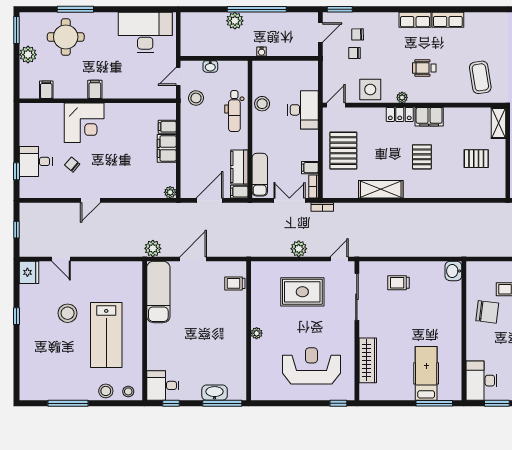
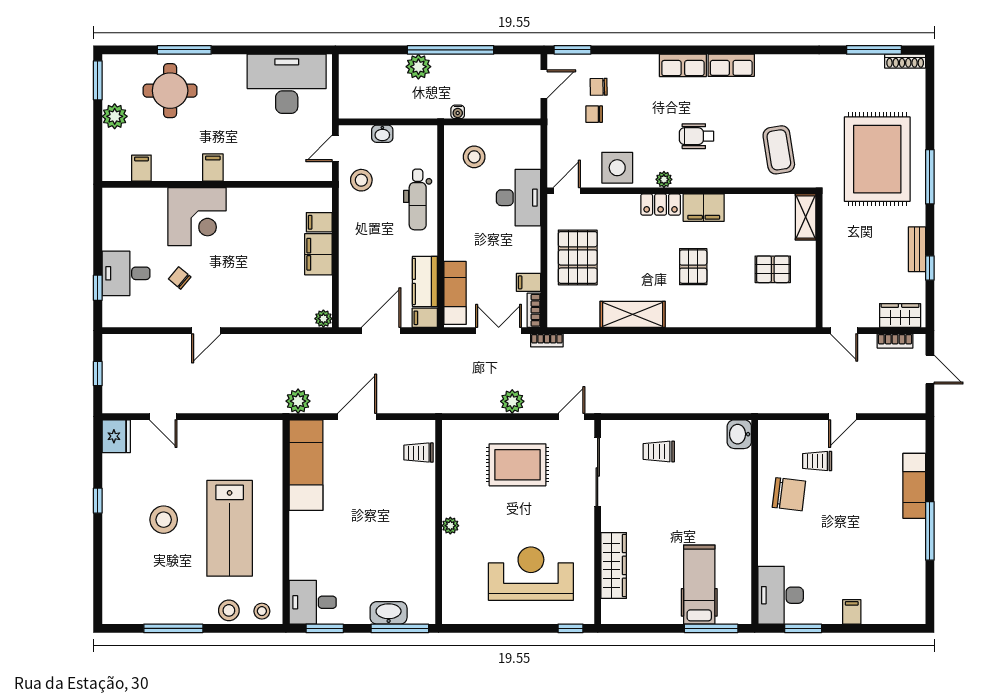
stool: (262, 104) -> (474, 157), moved
stool: (68, 313) -> (164, 520), moved
window: (171, 403) -> (325, 628), width x1.50

